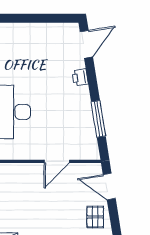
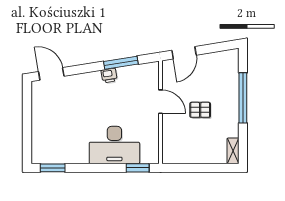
printer: (80, 77) -> (109, 75), moved
pallet: (95, 217) -> (200, 110), moved

